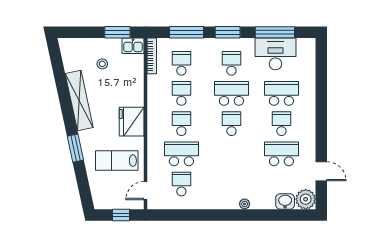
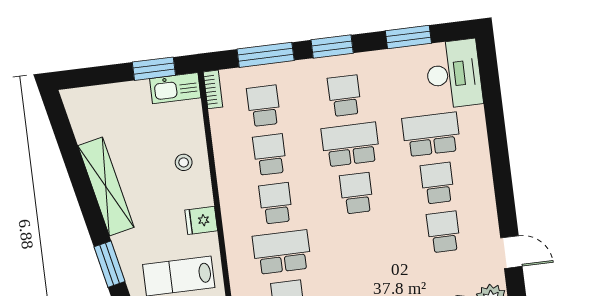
window: (275, 32) -> (408, 37), width x0.69
kitchen sink: (133, 46) -> (175, 88), width x1.38
desk: (275, 54) -> (454, 74), moved, turned 90
bookcase: (152, 56) -> (213, 89), width x0.64
stool: (102, 64) -> (184, 162), moved
fridge: (132, 122) -> (201, 220), width x0.53, depth x0.75
school desk: (281, 154) -> (443, 232), width x0.54

